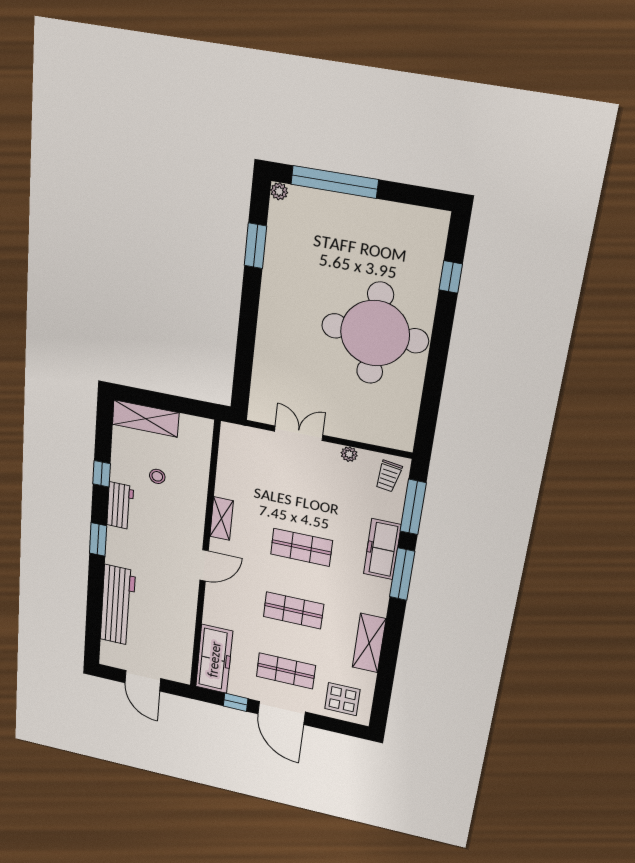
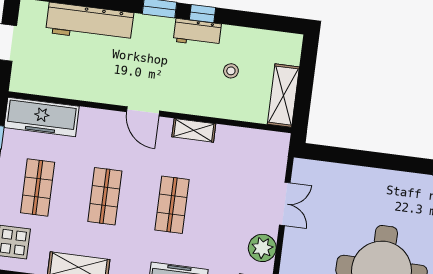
shelving: (146, 419) -> (283, 96), moved
plant: (349, 454) -> (262, 248), width x1.88, depth x1.88
window: (102, 474) -> (202, 14), moved

